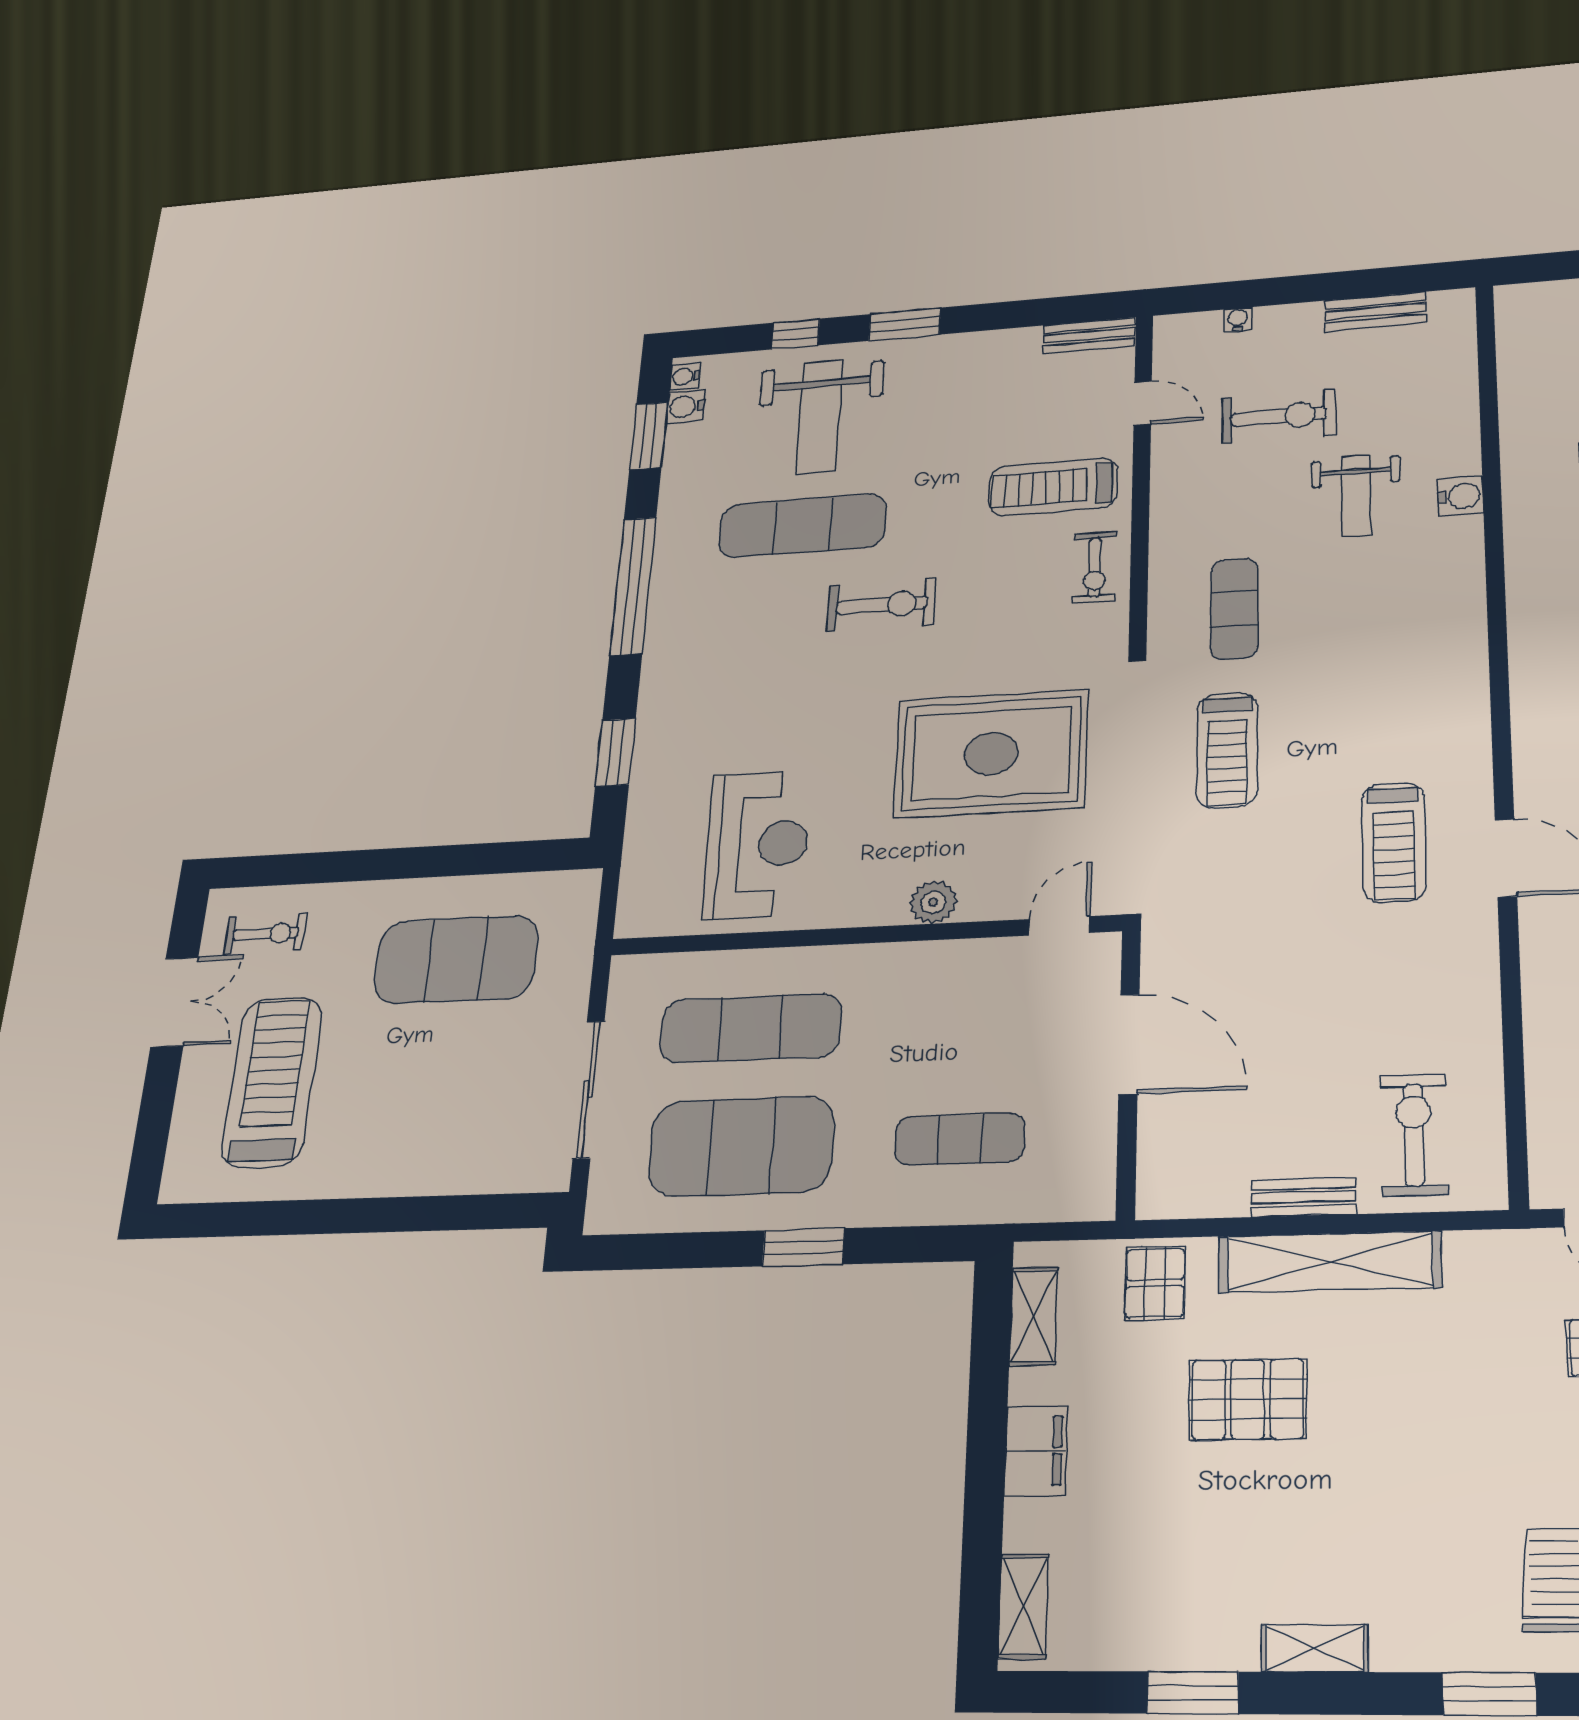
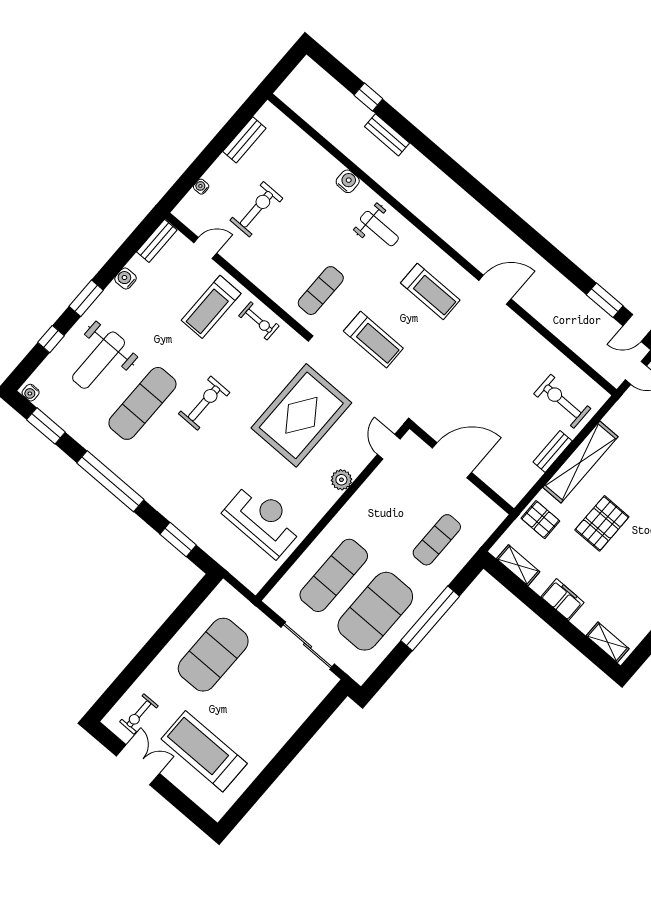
water cooler: (686, 406) -> (125, 279), moved, turned 90
weight bench: (819, 417) -> (99, 360), turned 90
weight bench: (1356, 496) -> (379, 229), moved
exercise mat: (1234, 609) -> (321, 291), turned 90
treadmill: (1394, 842) -> (430, 292), moved
exercise bike: (266, 934) -> (139, 714), turned 180
window: (803, 1247) -> (430, 618), width x2.11

